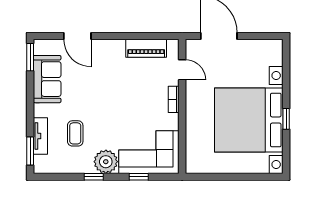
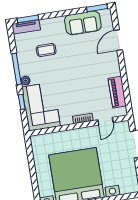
tv unit: (40, 136) -> (26, 27), moved
plant: (106, 162) -> (26, 81), width x0.53, depth x0.53
window: (94, 177) -> (16, 69), width x2.17

